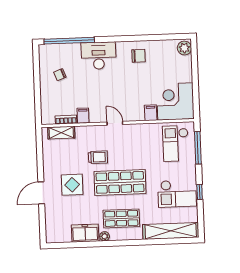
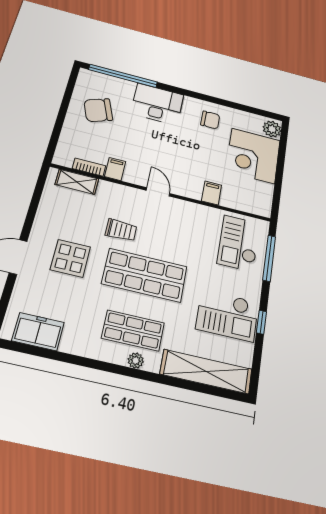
chair: (60, 75) -> (98, 110), width x1.87, depth x1.87
corner desk: (175, 101) -> (253, 156), moved, turned -90
freezer: (85, 233) -> (38, 332), moved
plant: (105, 236) -> (136, 360), moved

